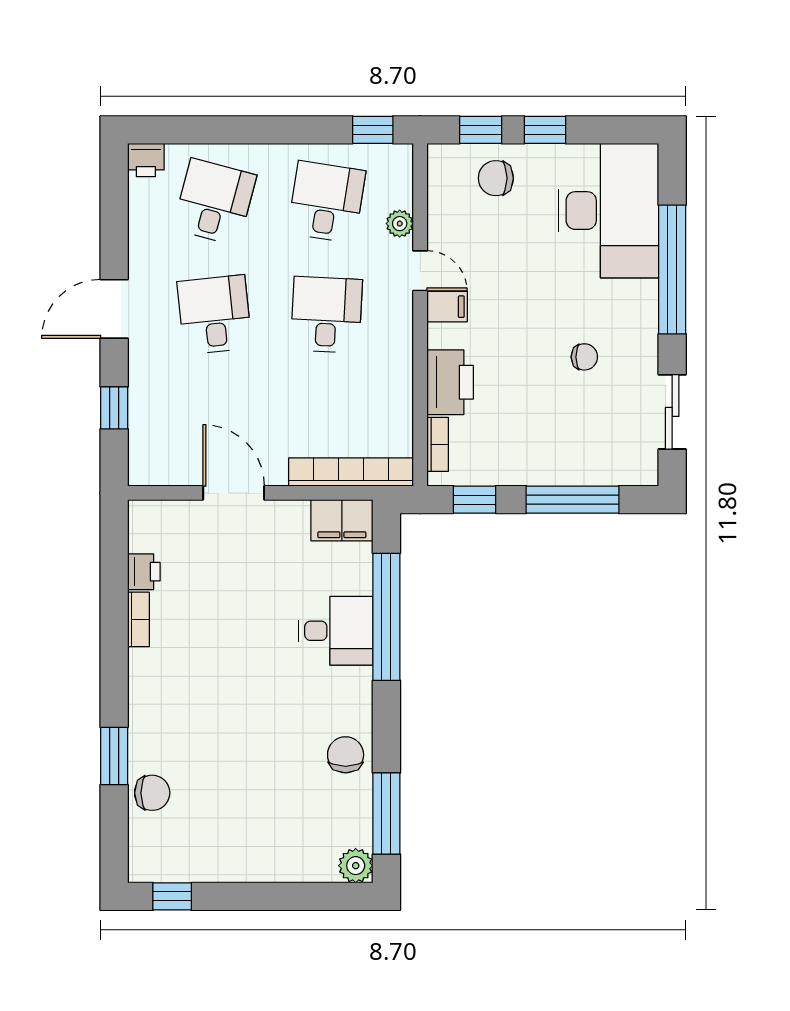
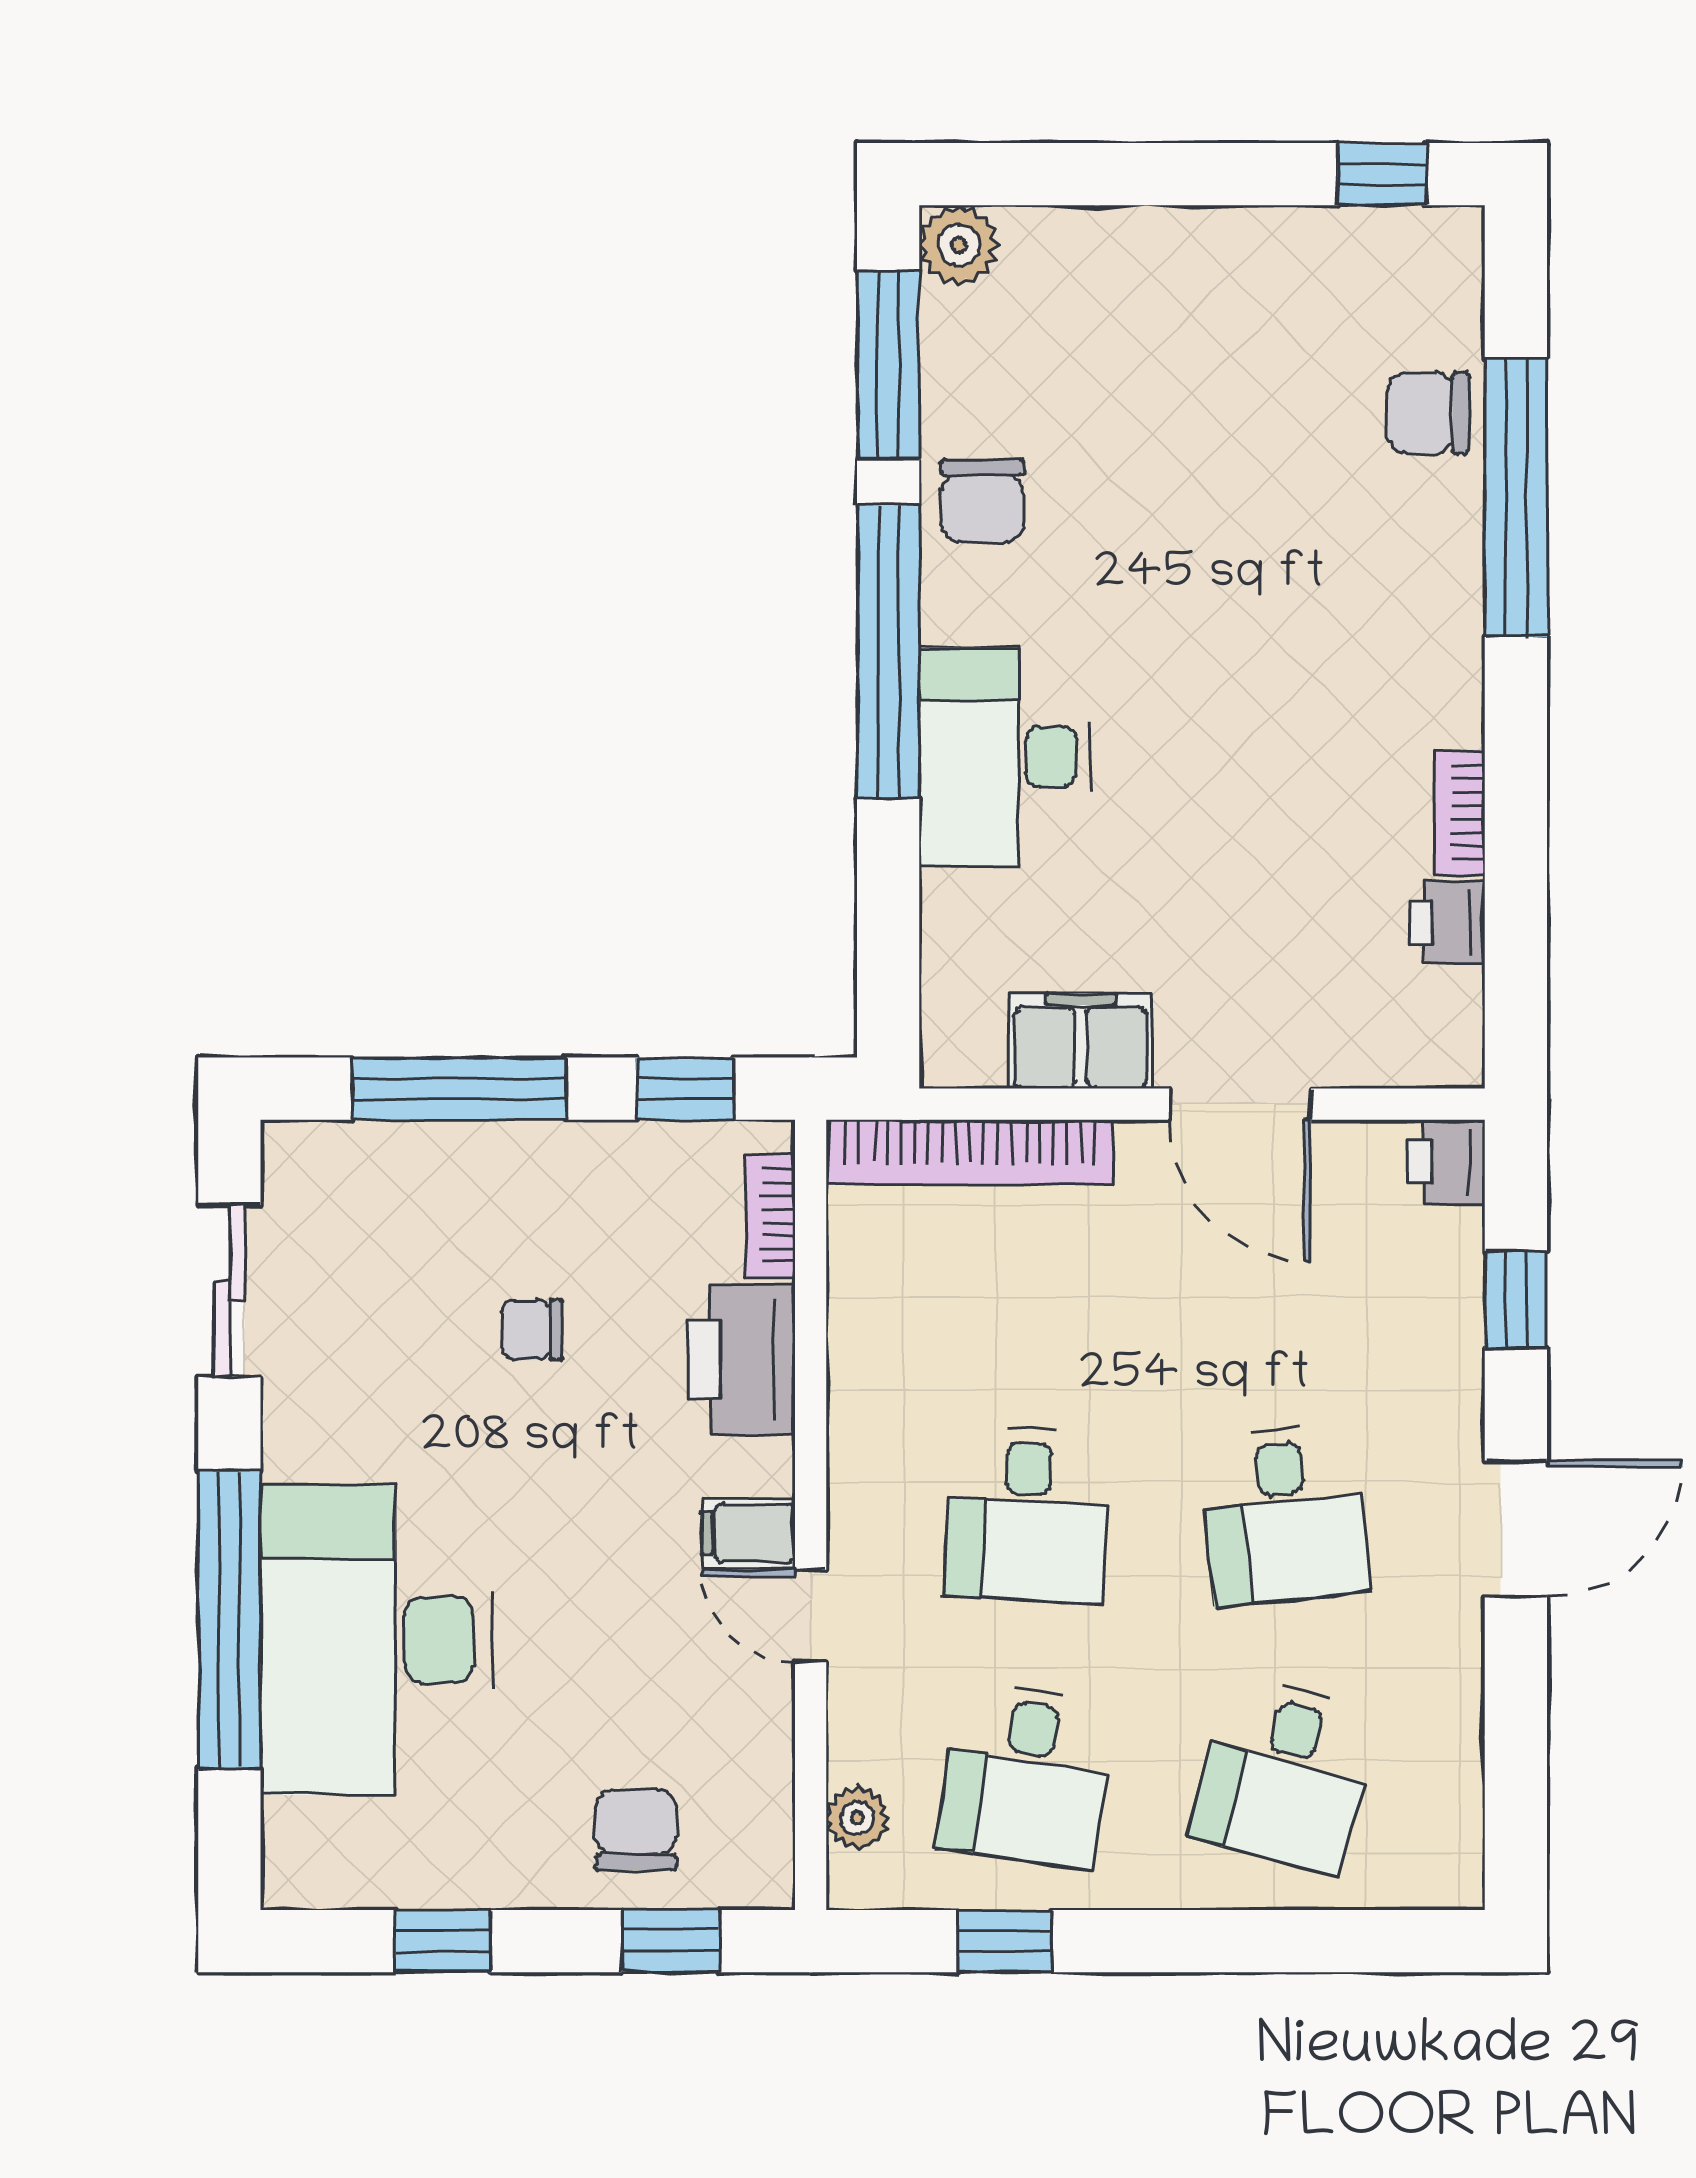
window: (373, 130) -> (1005, 1941), moved
window: (545, 130) -> (443, 1941), moved
printer: (146, 160) -> (1446, 1162), moved, turned -90
chair: (496, 178) -> (636, 1830), turned -90
desk: (608, 211) -> (376, 1640), moved
plant: (400, 224) -> (858, 1818), moved
chair: (584, 357) -> (532, 1330), moved
filing cabinet: (342, 520) -> (1081, 1041), moved
window: (386, 617) -> (888, 651), moved
desk: (336, 631) -> (1005, 757), width x1.37
window: (114, 756) -> (1516, 498), width x2.11

